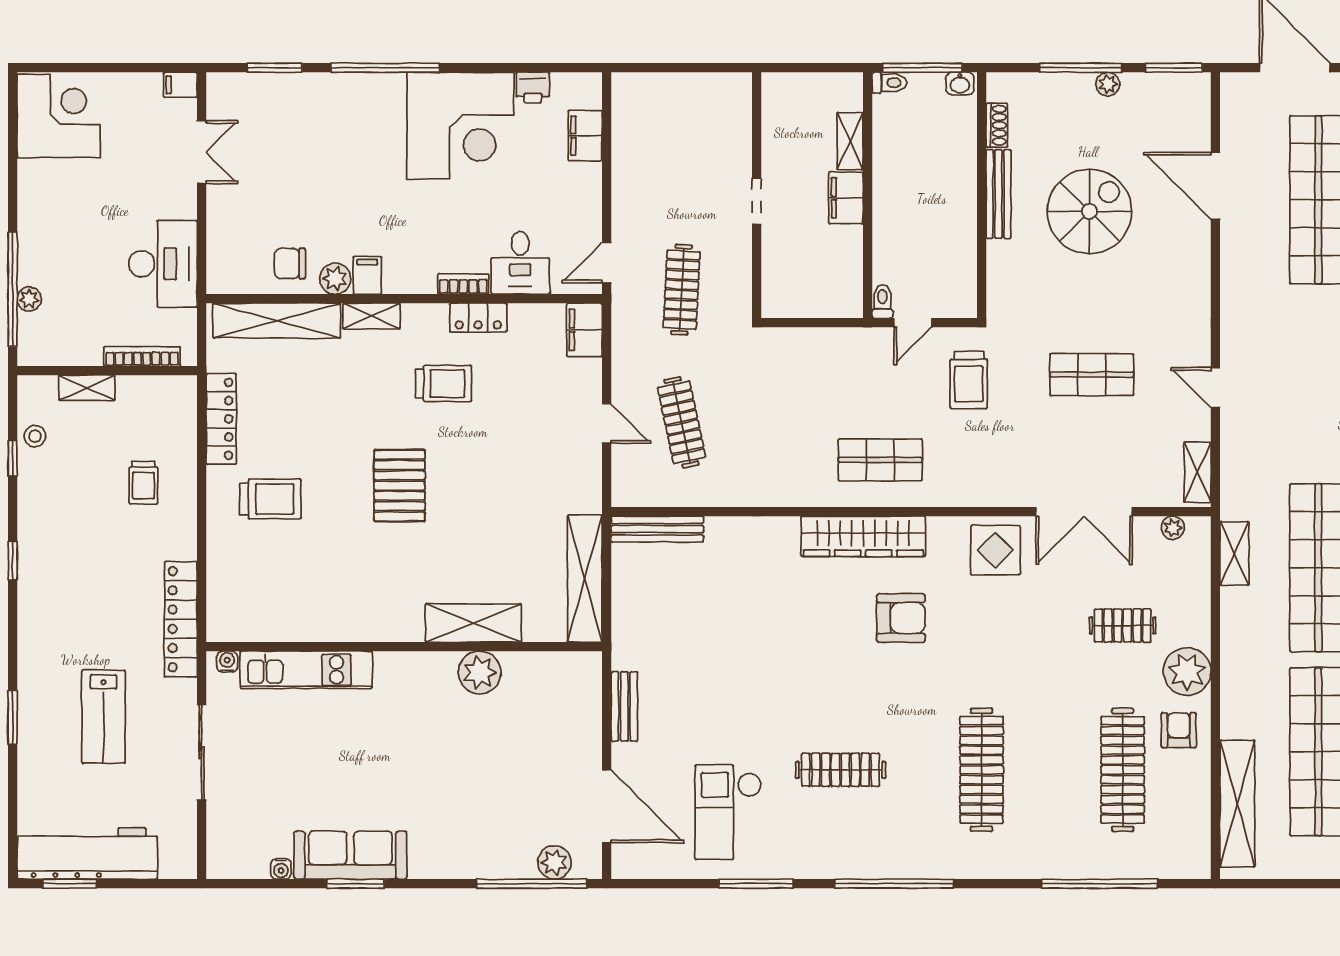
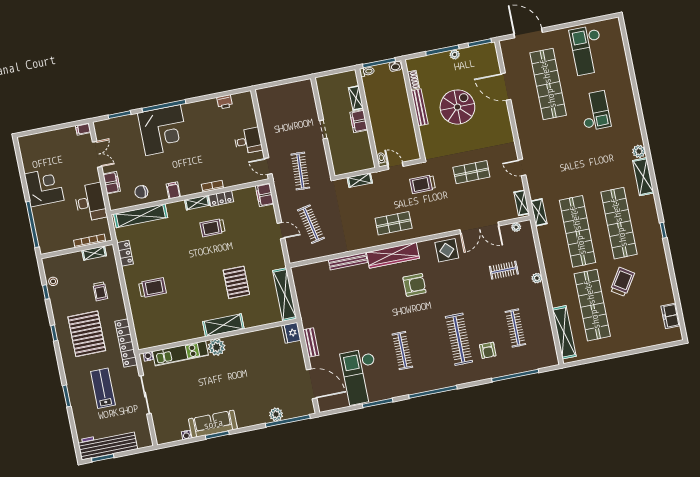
corner desk: (59, 116) -> (44, 187), moved
corner desk: (460, 126) -> (163, 130), moved
filing cabinet: (585, 136) -> (112, 183), moved, turned 180
desk: (520, 263) -> (248, 141), moved, turned -90
door: (607, 263) -> (268, 166), hinge flipped
plant: (335, 279) -> (161, 194), removed
plant: (29, 299) -> (40, 227), removed
shelving: (371, 316) -> (197, 203), moved
door: (913, 323) -> (396, 166), swing flipped
shelving: (820, 340) -> (360, 180), added
trolley: (969, 380) -> (423, 184), turned 90
trolley: (444, 384) -> (213, 228), turned 180
shelving: (87, 388) -> (94, 253), moved
locker: (221, 419) -> (125, 253), width x0.66
pallet: (399, 486) -> (236, 282), moved
bench: (657, 529) -> (348, 261), moved
shelving: (1234, 553) -> (539, 212), moved
pallet: (91, 578) -> (87, 334), added
shelving: (473, 623) -> (223, 325), moved
plant: (1187, 672) -> (537, 278), width x0.53, depth x0.53
plant: (480, 673) -> (217, 347), moved
fridge: (582, 674) -> (291, 333), added
lab bench: (103, 717) -> (103, 388), turned 180
armchair: (1179, 730) -> (488, 350), moved, turned 180
clothes rail: (840, 770) -> (402, 351), turned 90
clothes rail: (1123, 770) -> (515, 328), width x0.73, depth x0.76
checkout: (728, 812) -> (361, 377), width x1.36, depth x1.21
plant: (554, 862) -> (276, 414), moved

